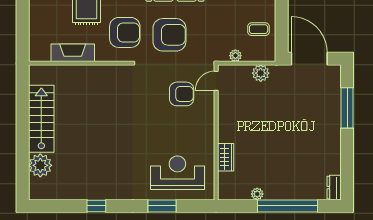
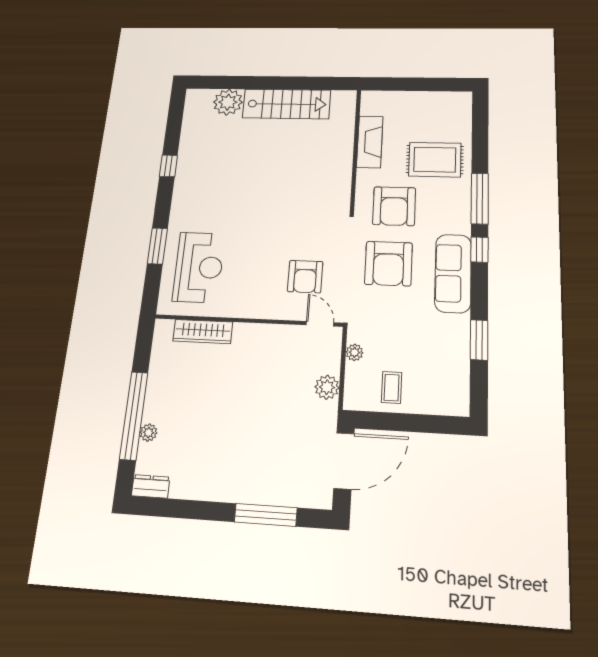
wardrobe: (226, 157) -> (203, 332), width x1.50
plant: (257, 194) -> (149, 433), moved

